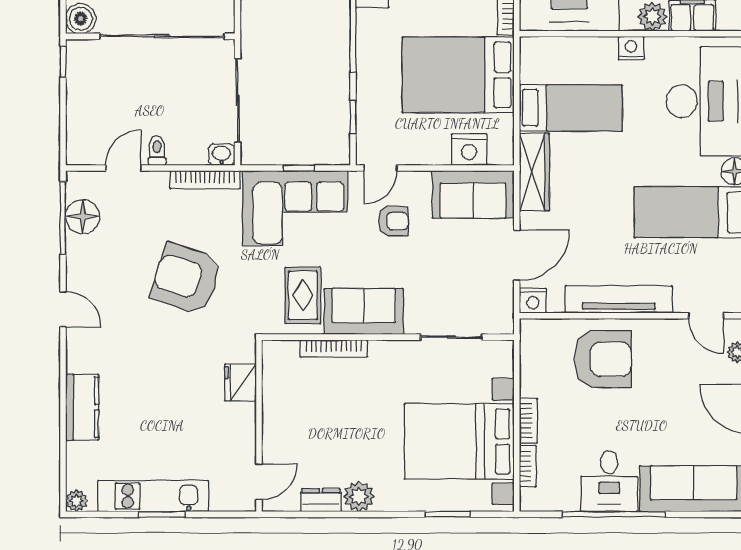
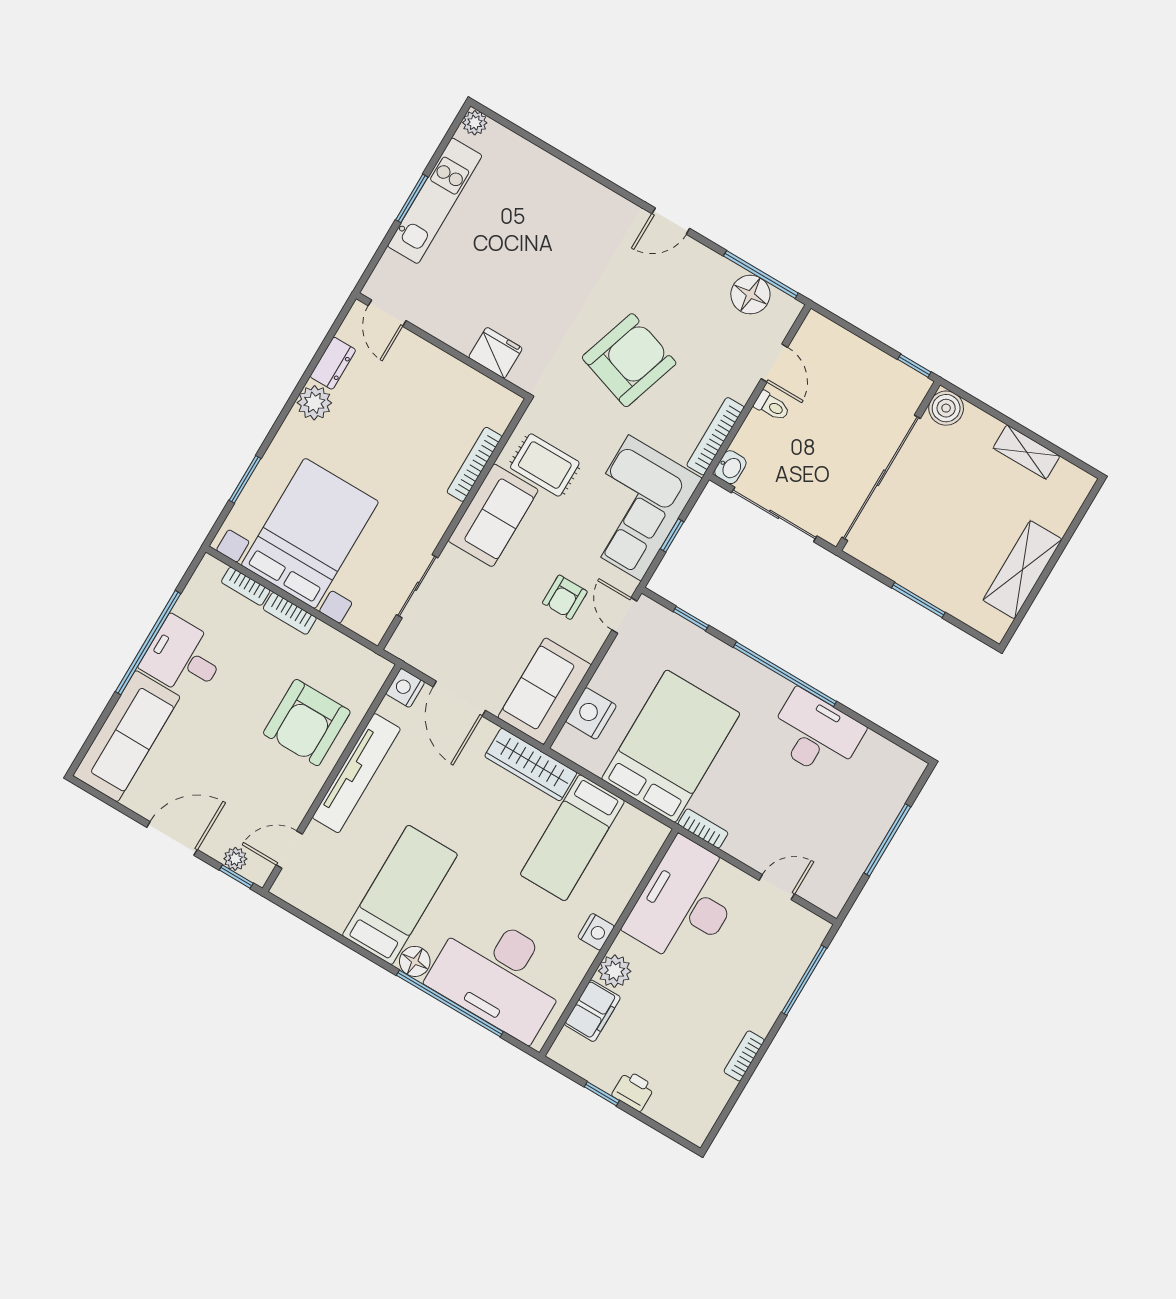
kitchen counter: (82, 407) -> (563, 183), removed

